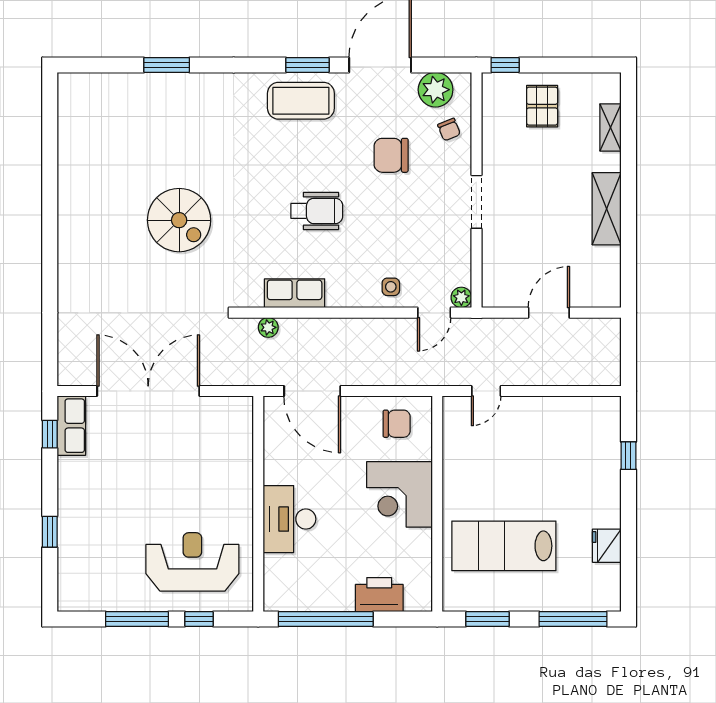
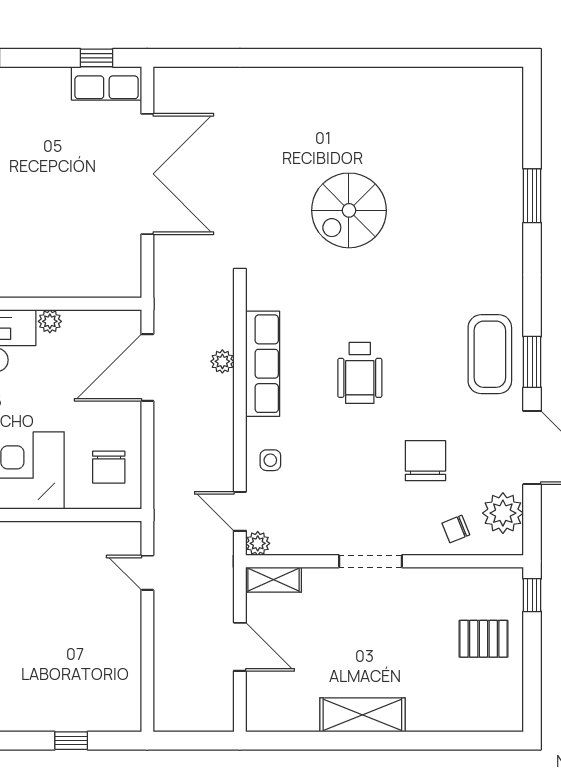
shelving: (610, 127) -> (274, 580), moved
row of seats: (295, 293) -> (263, 364), width x1.48
plant: (268, 327) -> (222, 361), moved
plant: (273, 474) -> (50, 321), added

